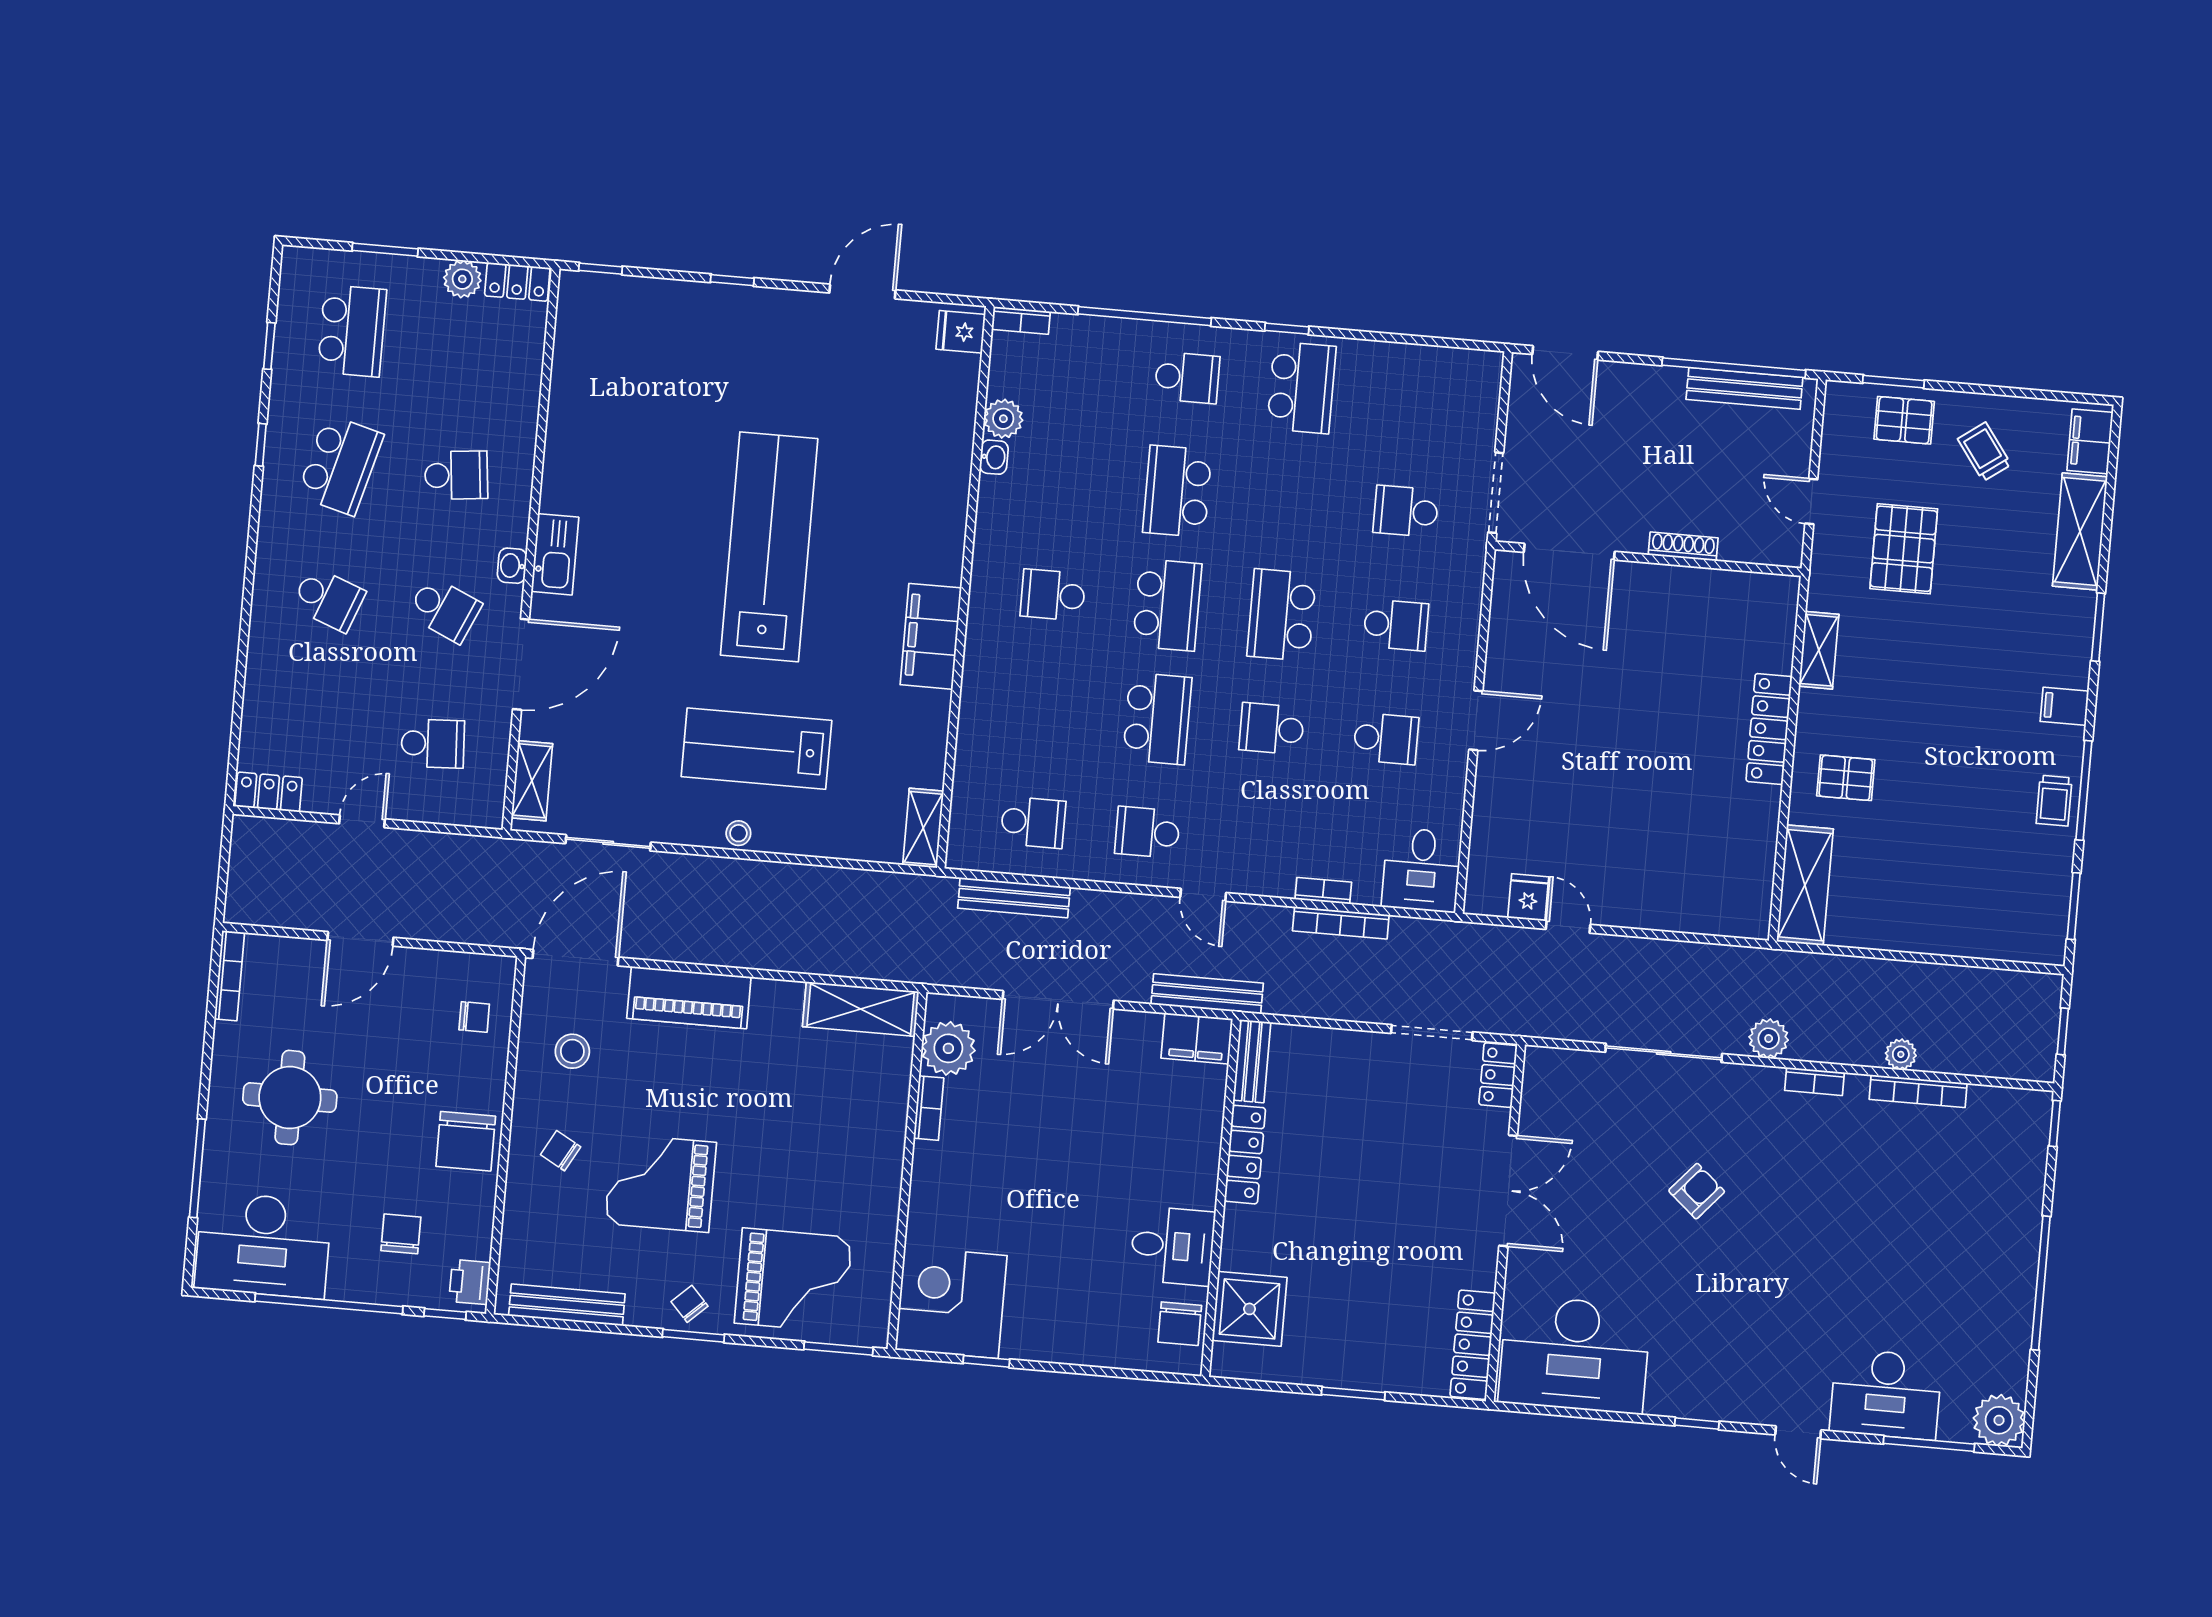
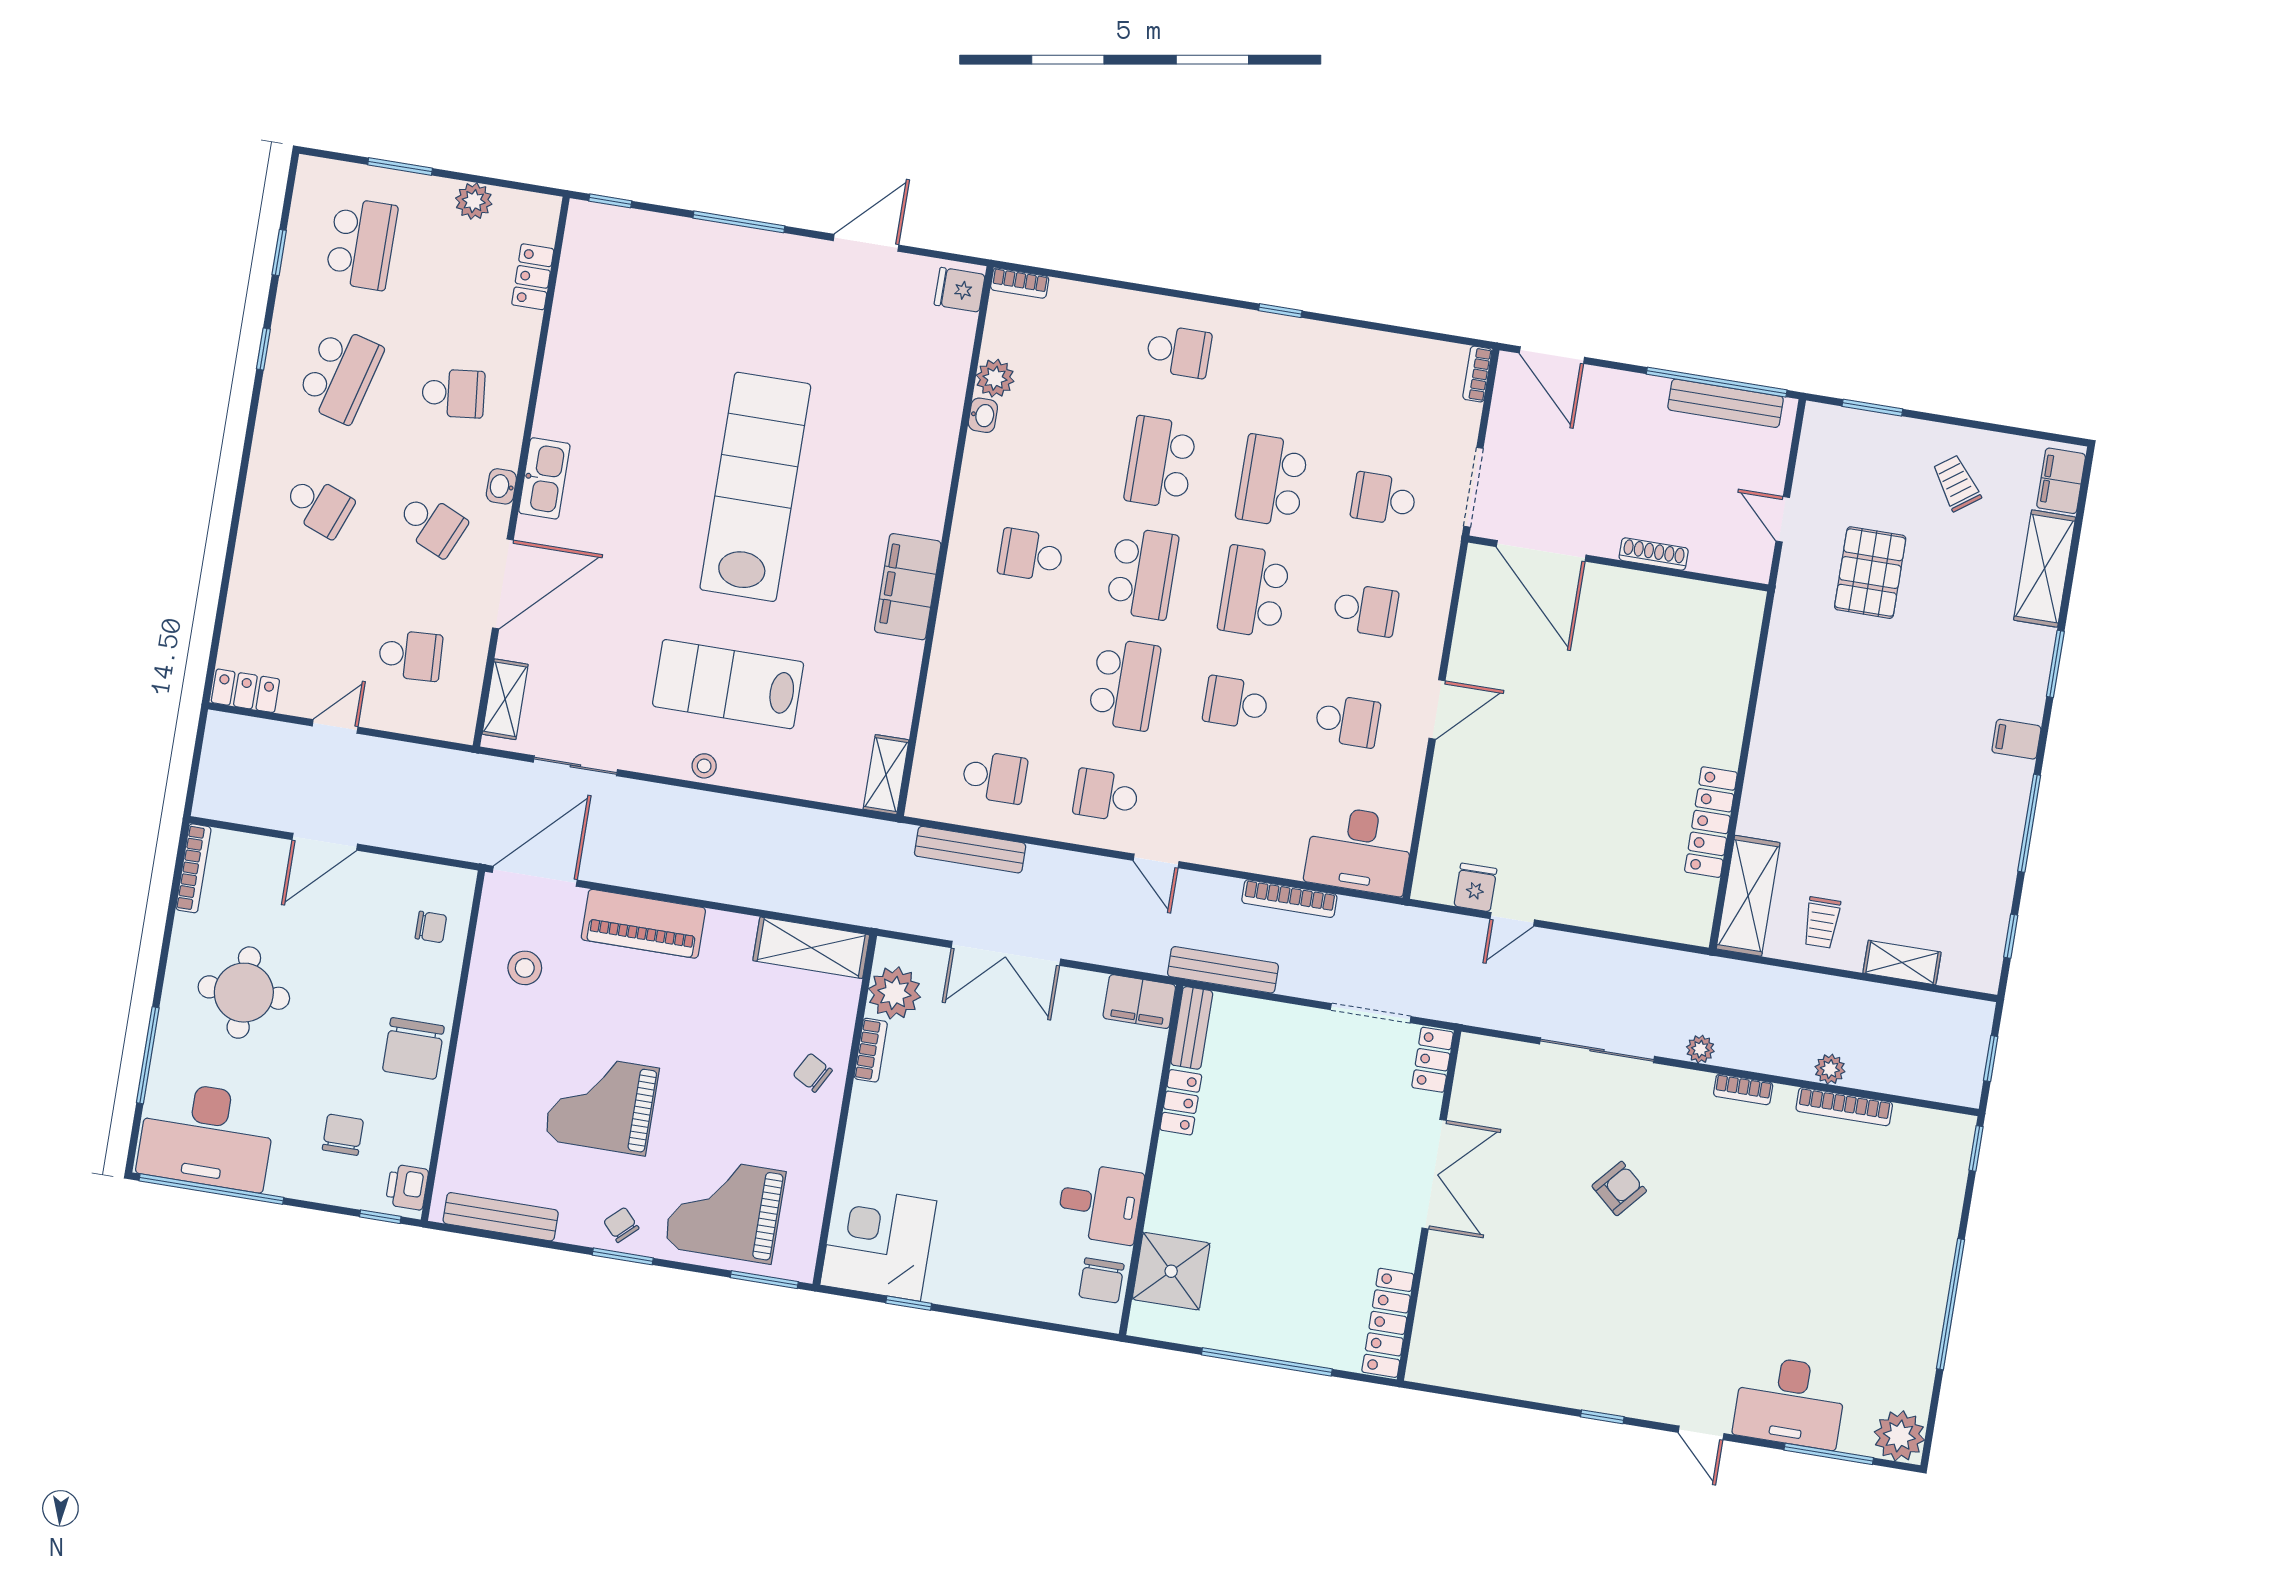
window: (732, 280) -> (739, 222), width x2.17
locker: (517, 282) -> (533, 277), moved, turned 90
window: (1145, 316) -> (1141, 288), removed
school desk: (1301, 388) -> (1272, 481), moved, turned 180
pallet: (1904, 420) -> (1880, 446), removed
shelving: (1819, 650) -> (1902, 963), moved, turned 90
locker: (1769, 729) -> (1711, 822), moved
pallet: (1846, 778) -> (1796, 793), removed
trolley: (2054, 801) -> (1822, 922), moved
desk: (1422, 870) -> (1359, 850), width x1.37
bookcase: (1323, 891) -> (1477, 374), moved, turned -90
window: (2074, 906) -> (2011, 936), width x0.67
door: (1568, 927) -> (1512, 919), swing flipped
bench: (1207, 994) -> (1223, 970), moved
plant: (1769, 1039) -> (1700, 1049), width x0.73, depth x0.73
chair: (561, 1151) -> (813, 1073), moved
locker: (1245, 1155) -> (1181, 1102), width x0.66
grand piano: (793, 1280) -> (725, 1209), turned 180
window: (329, 1304) -> (211, 1189), moved
desk: (1575, 1355) -> (1487, 1340), removed
window: (1353, 1393) -> (1267, 1362), width x2.11

